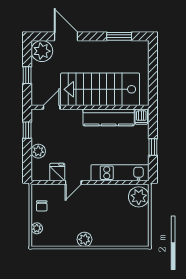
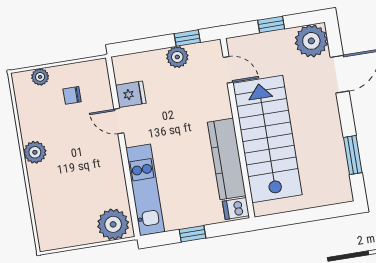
plant: (38, 151) -> (177, 57), moved
chair: (42, 206) -> (72, 95), moved

